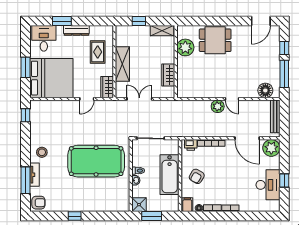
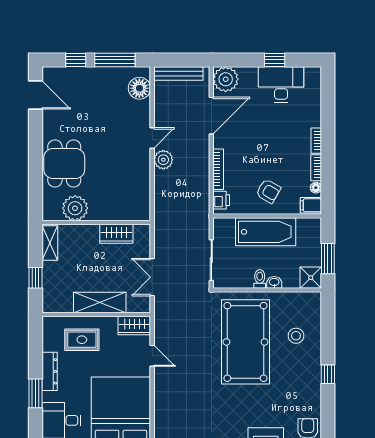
stool: (42, 152) -> (296, 336), moved

